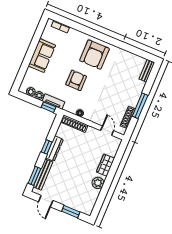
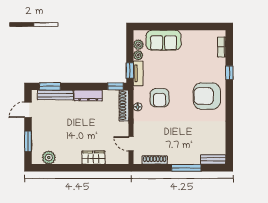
window: (83, 29) -> (229, 73), added
sofa: (42, 56) -> (164, 40), moved
armchair: (76, 80) -> (160, 98), moved, turned 90
window: (140, 106) -> (186, 168), moved
door: (107, 131) -> (131, 144), swing flipped
window: (47, 147) -> (116, 86), moved
plant: (98, 183) -> (49, 158), moved

